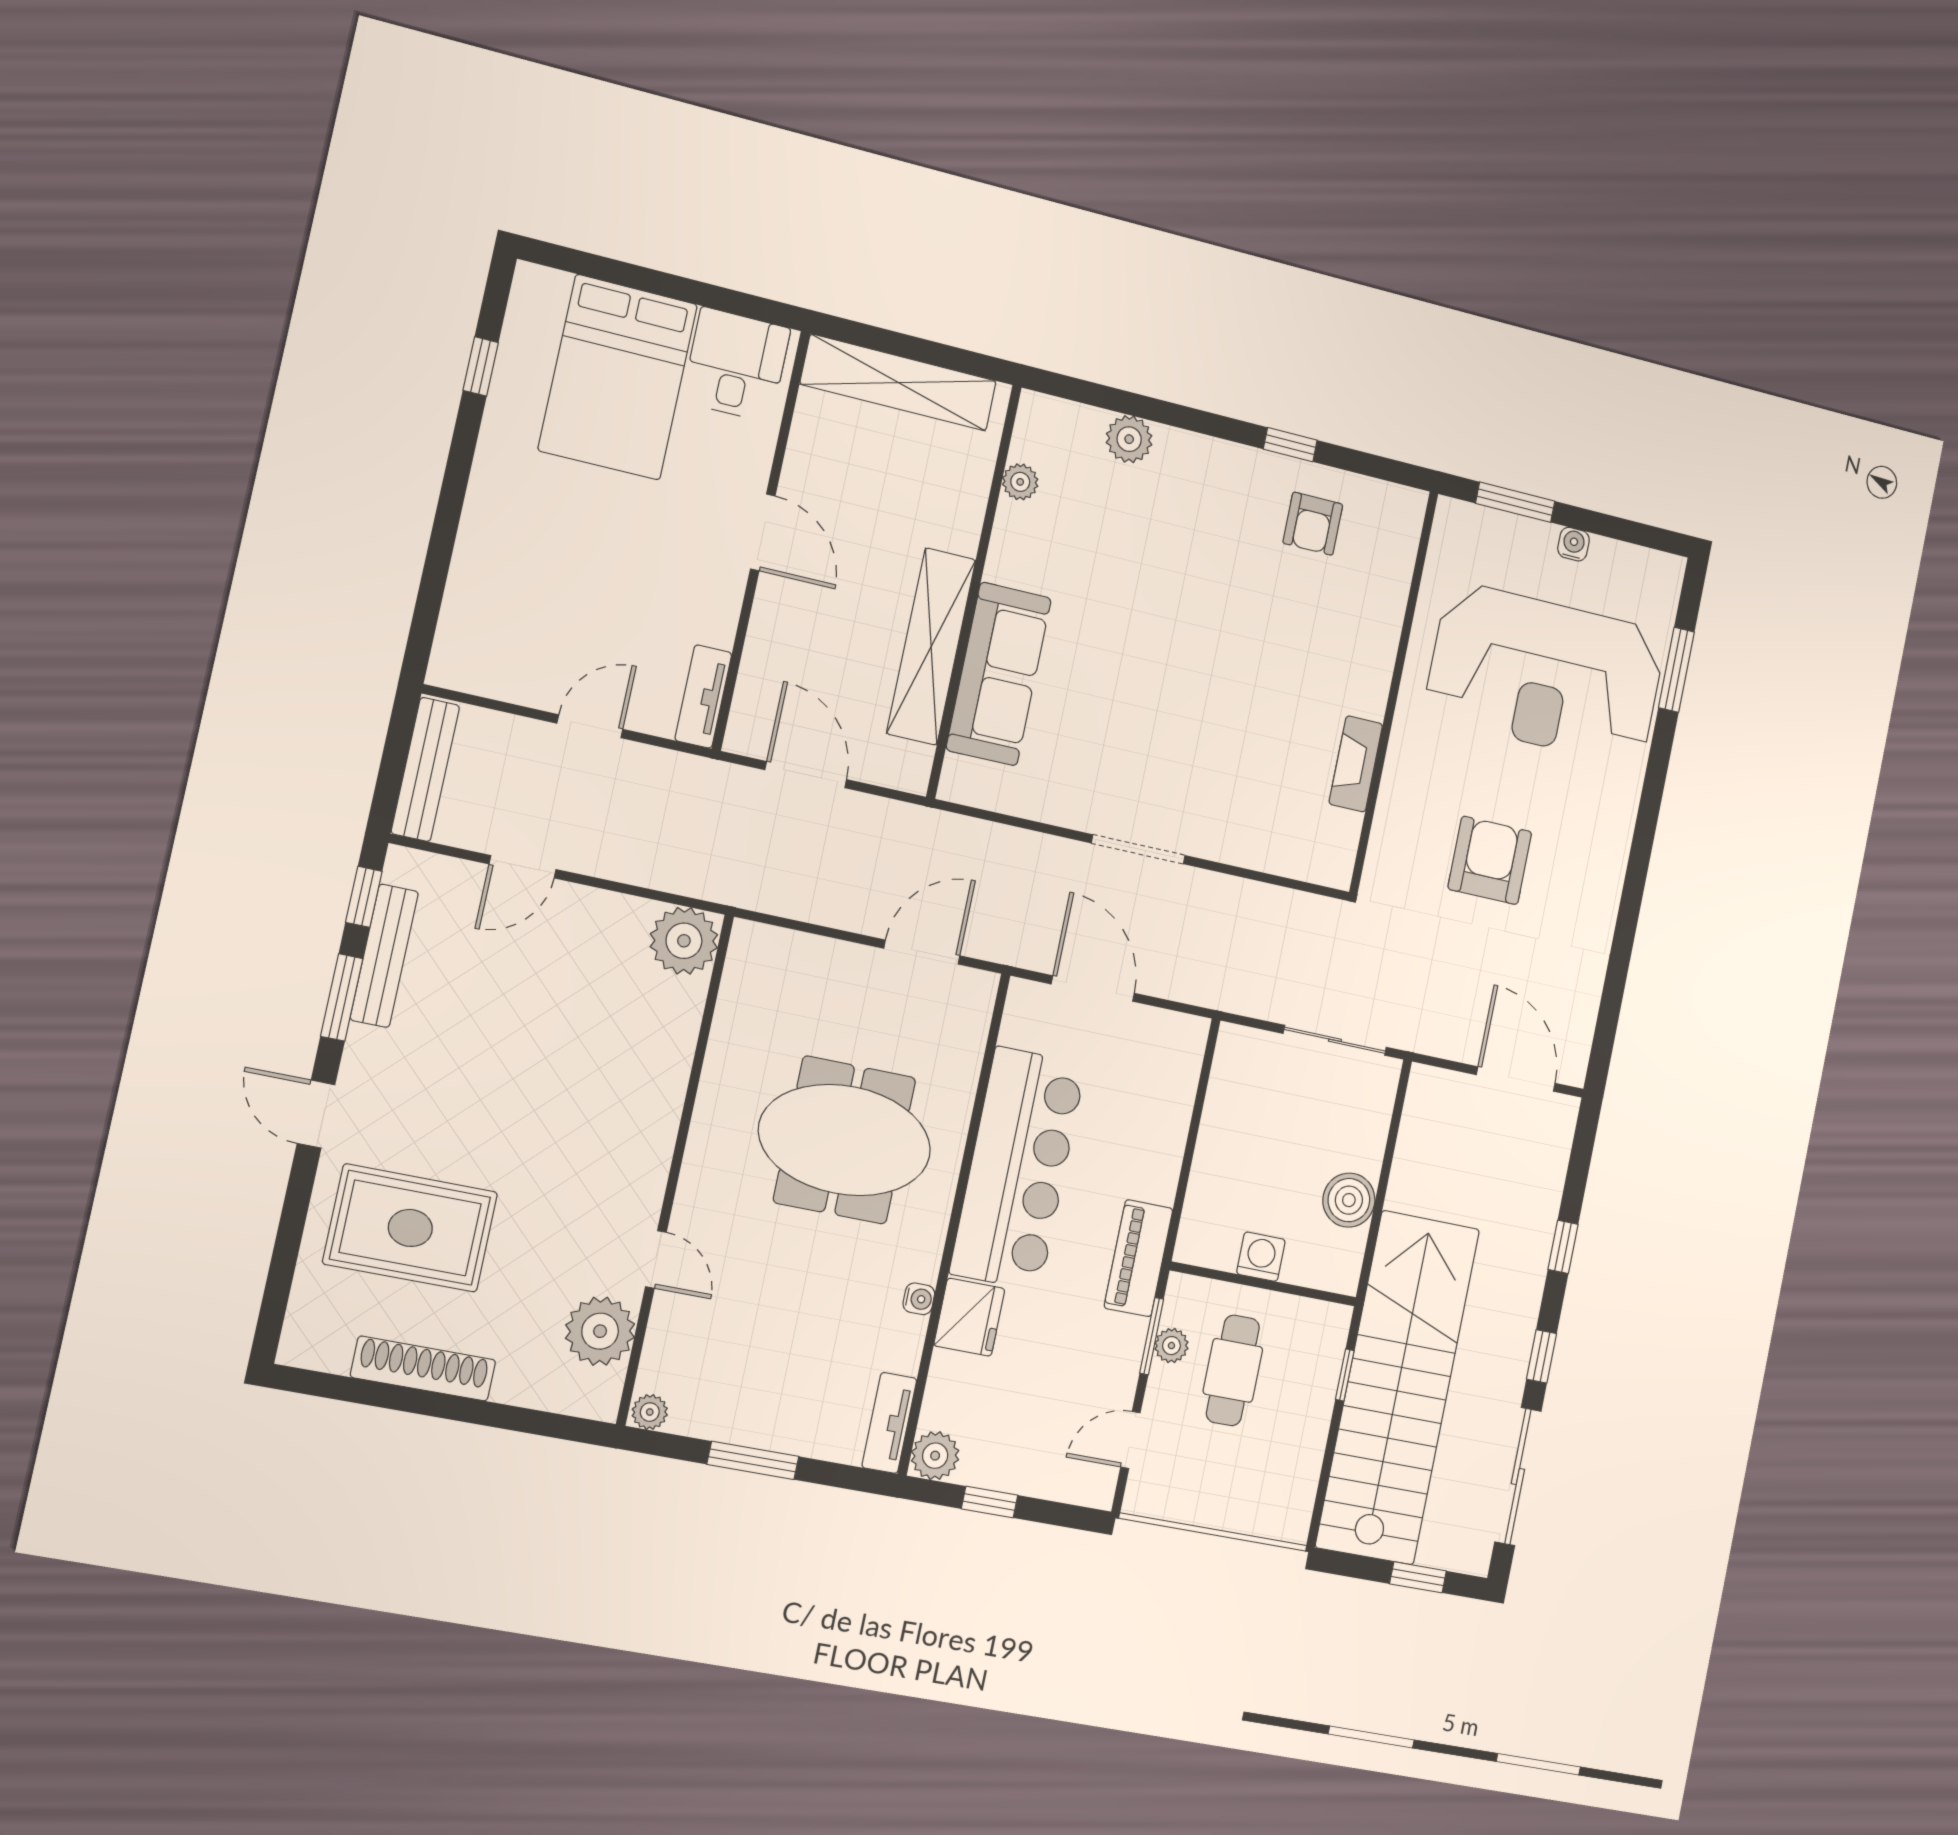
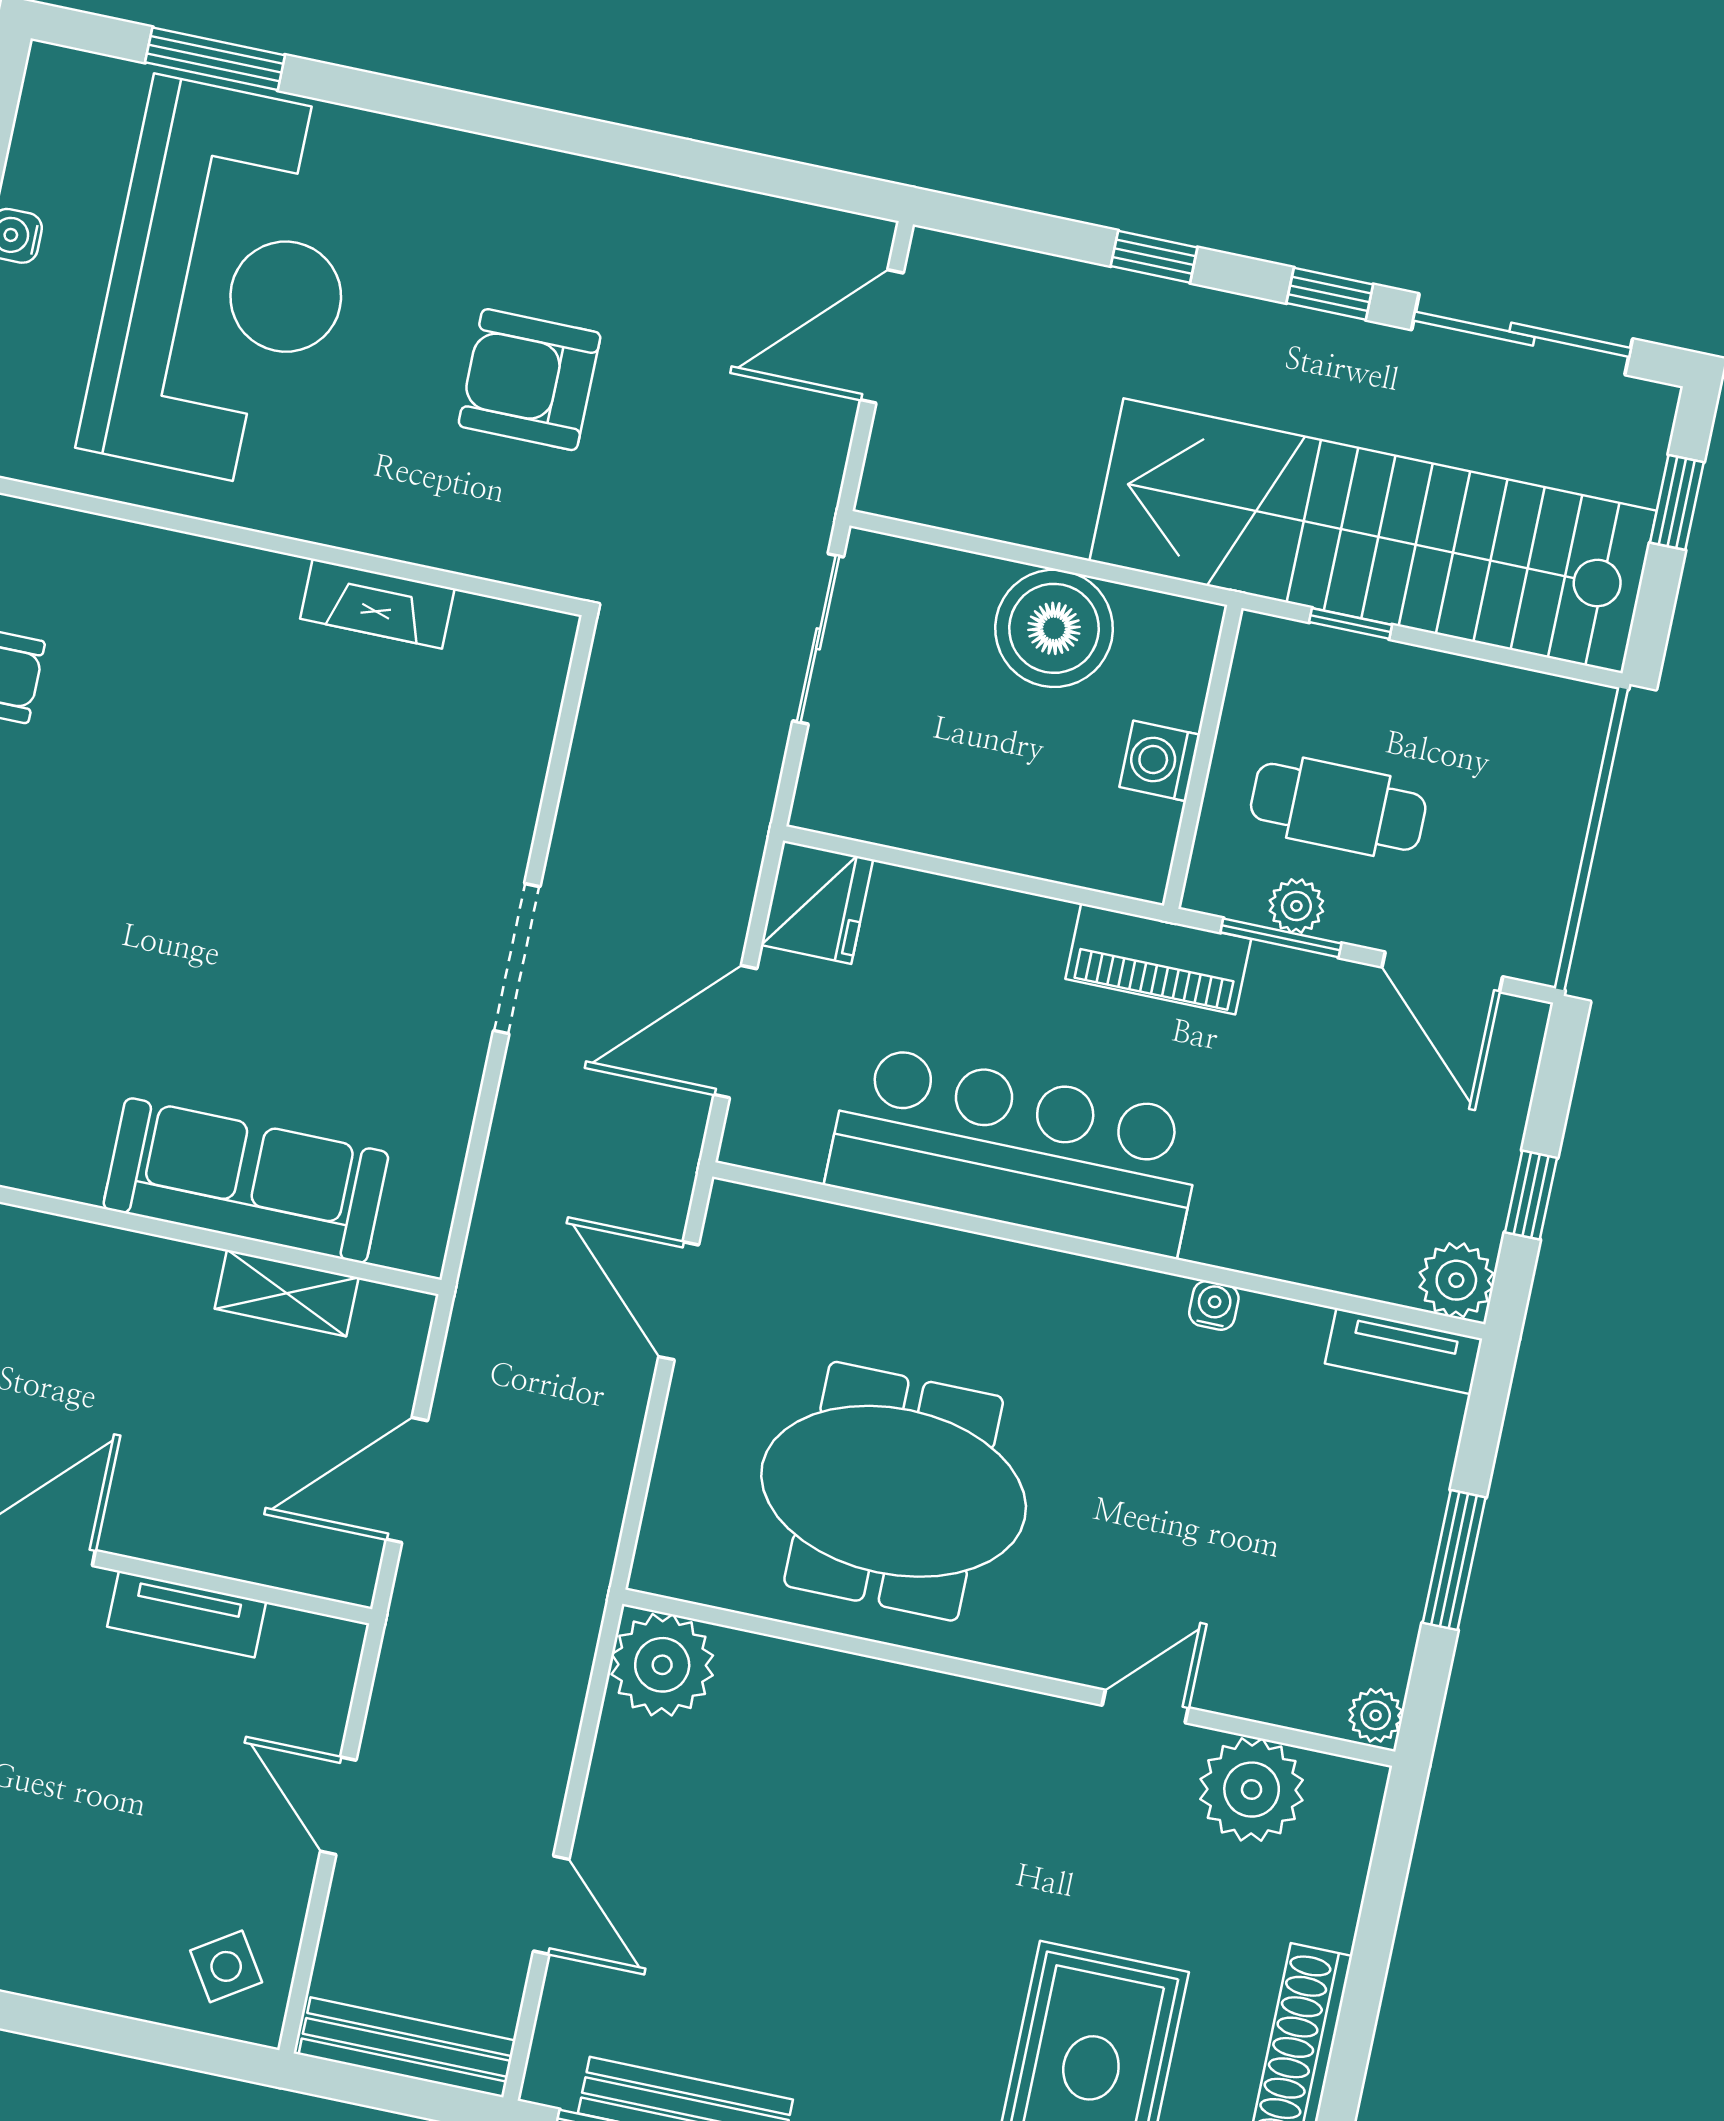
shelving: (931, 647) -> (287, 1293), width x0.45, depth x0.75
side table: (481, 650) -> (226, 1966), added
tv unit: (703, 697) -> (187, 1614), moved
meeting table: (845, 1140) -> (894, 1491), moved, turned 90
boiler: (1349, 1200) -> (1054, 628), width x1.37, depth x1.37
fridge: (969, 1317) -> (817, 902), moved, turned 90
door: (1130, 1440) -> (1442, 972), width x1.38

